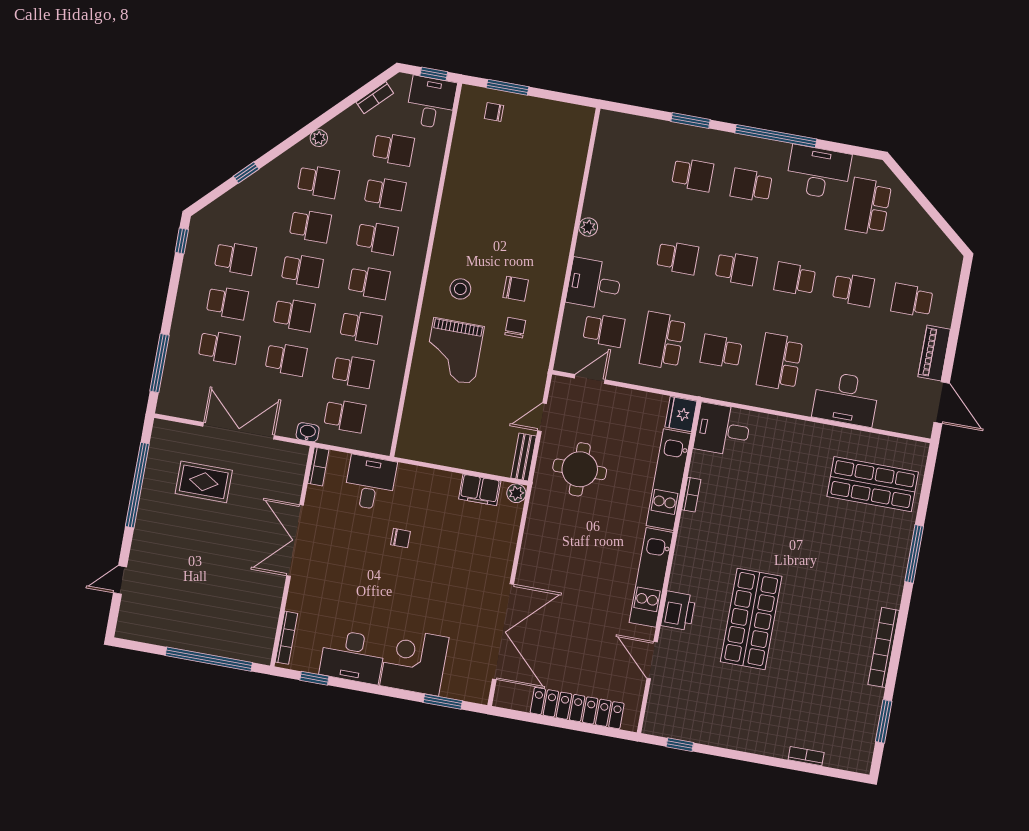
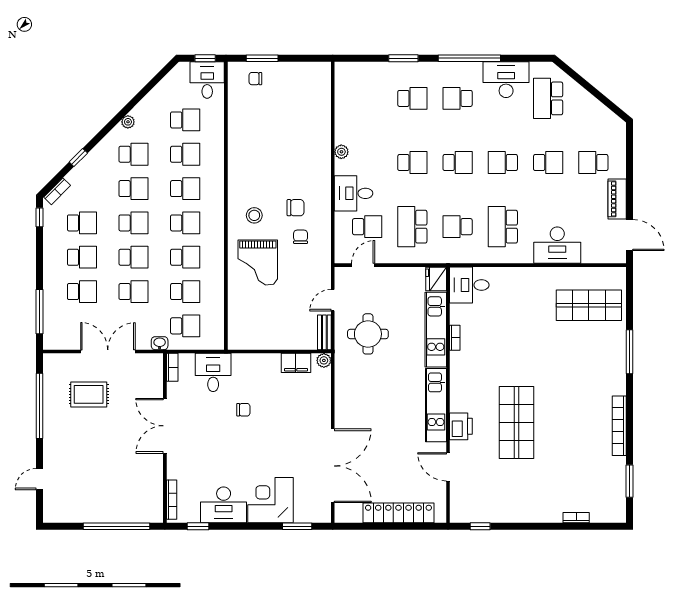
bookcase: (375, 98) -> (57, 191), moved

